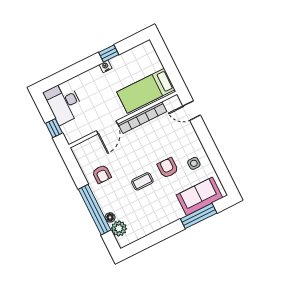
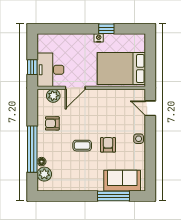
bed: (146, 91) -> (121, 69), width x1.50
desk: (64, 103) -> (50, 70), moved
bookcase: (142, 118) -> (108, 94), removed
plant: (89, 146) -> (53, 96), added
side table: (194, 163) -> (139, 139), moved
armchair: (102, 174) -> (52, 123), turned 90

